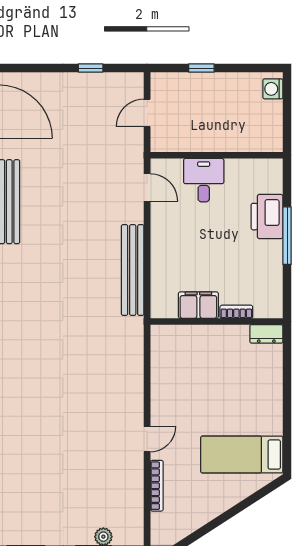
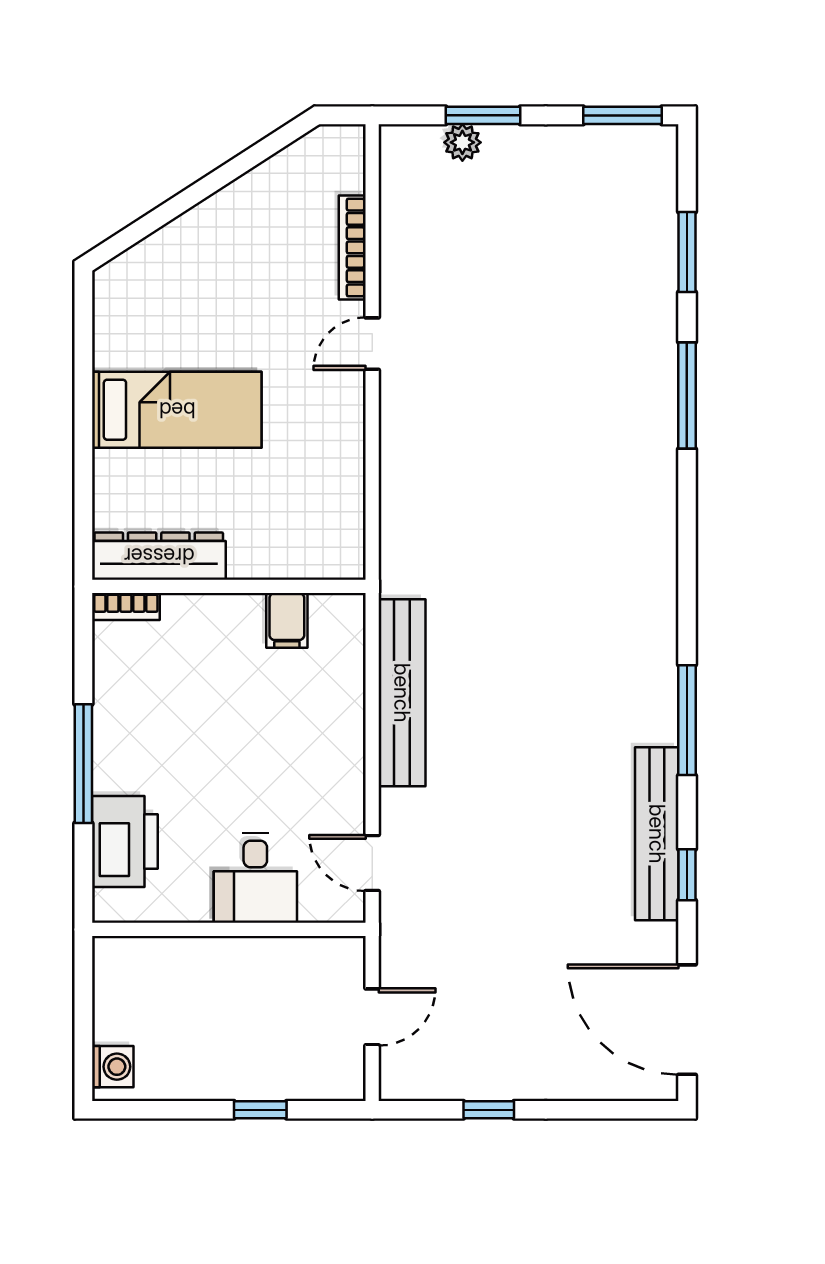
printer: (267, 217) -> (125, 841), moved
filing cabinet: (198, 305) -> (287, 620), width x0.50
bookcase: (236, 312) -> (126, 606), moved
dresser: (266, 334) -> (159, 556), width x1.96, depth x1.24
bed: (242, 455) -> (177, 410), moved

